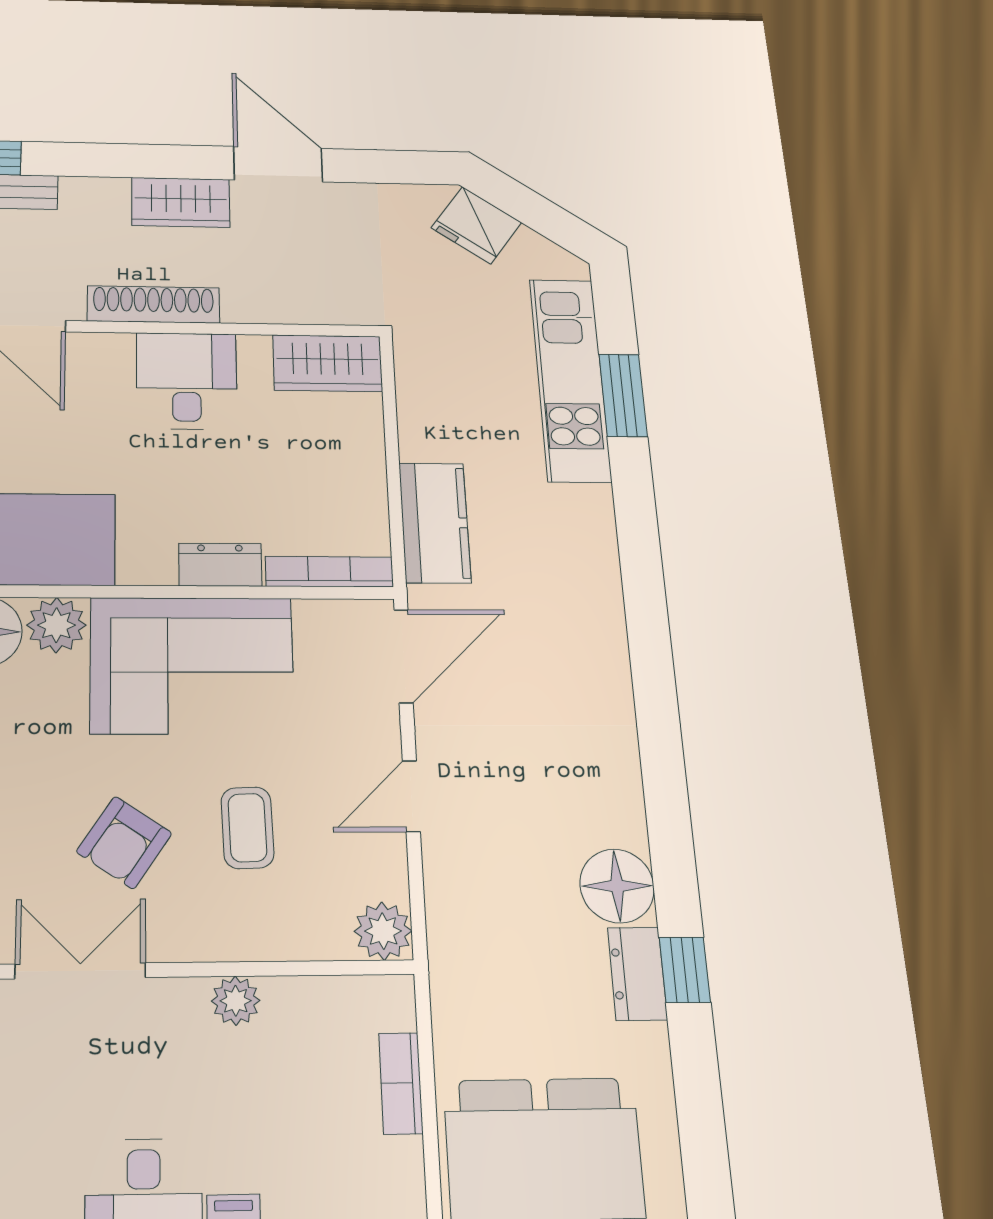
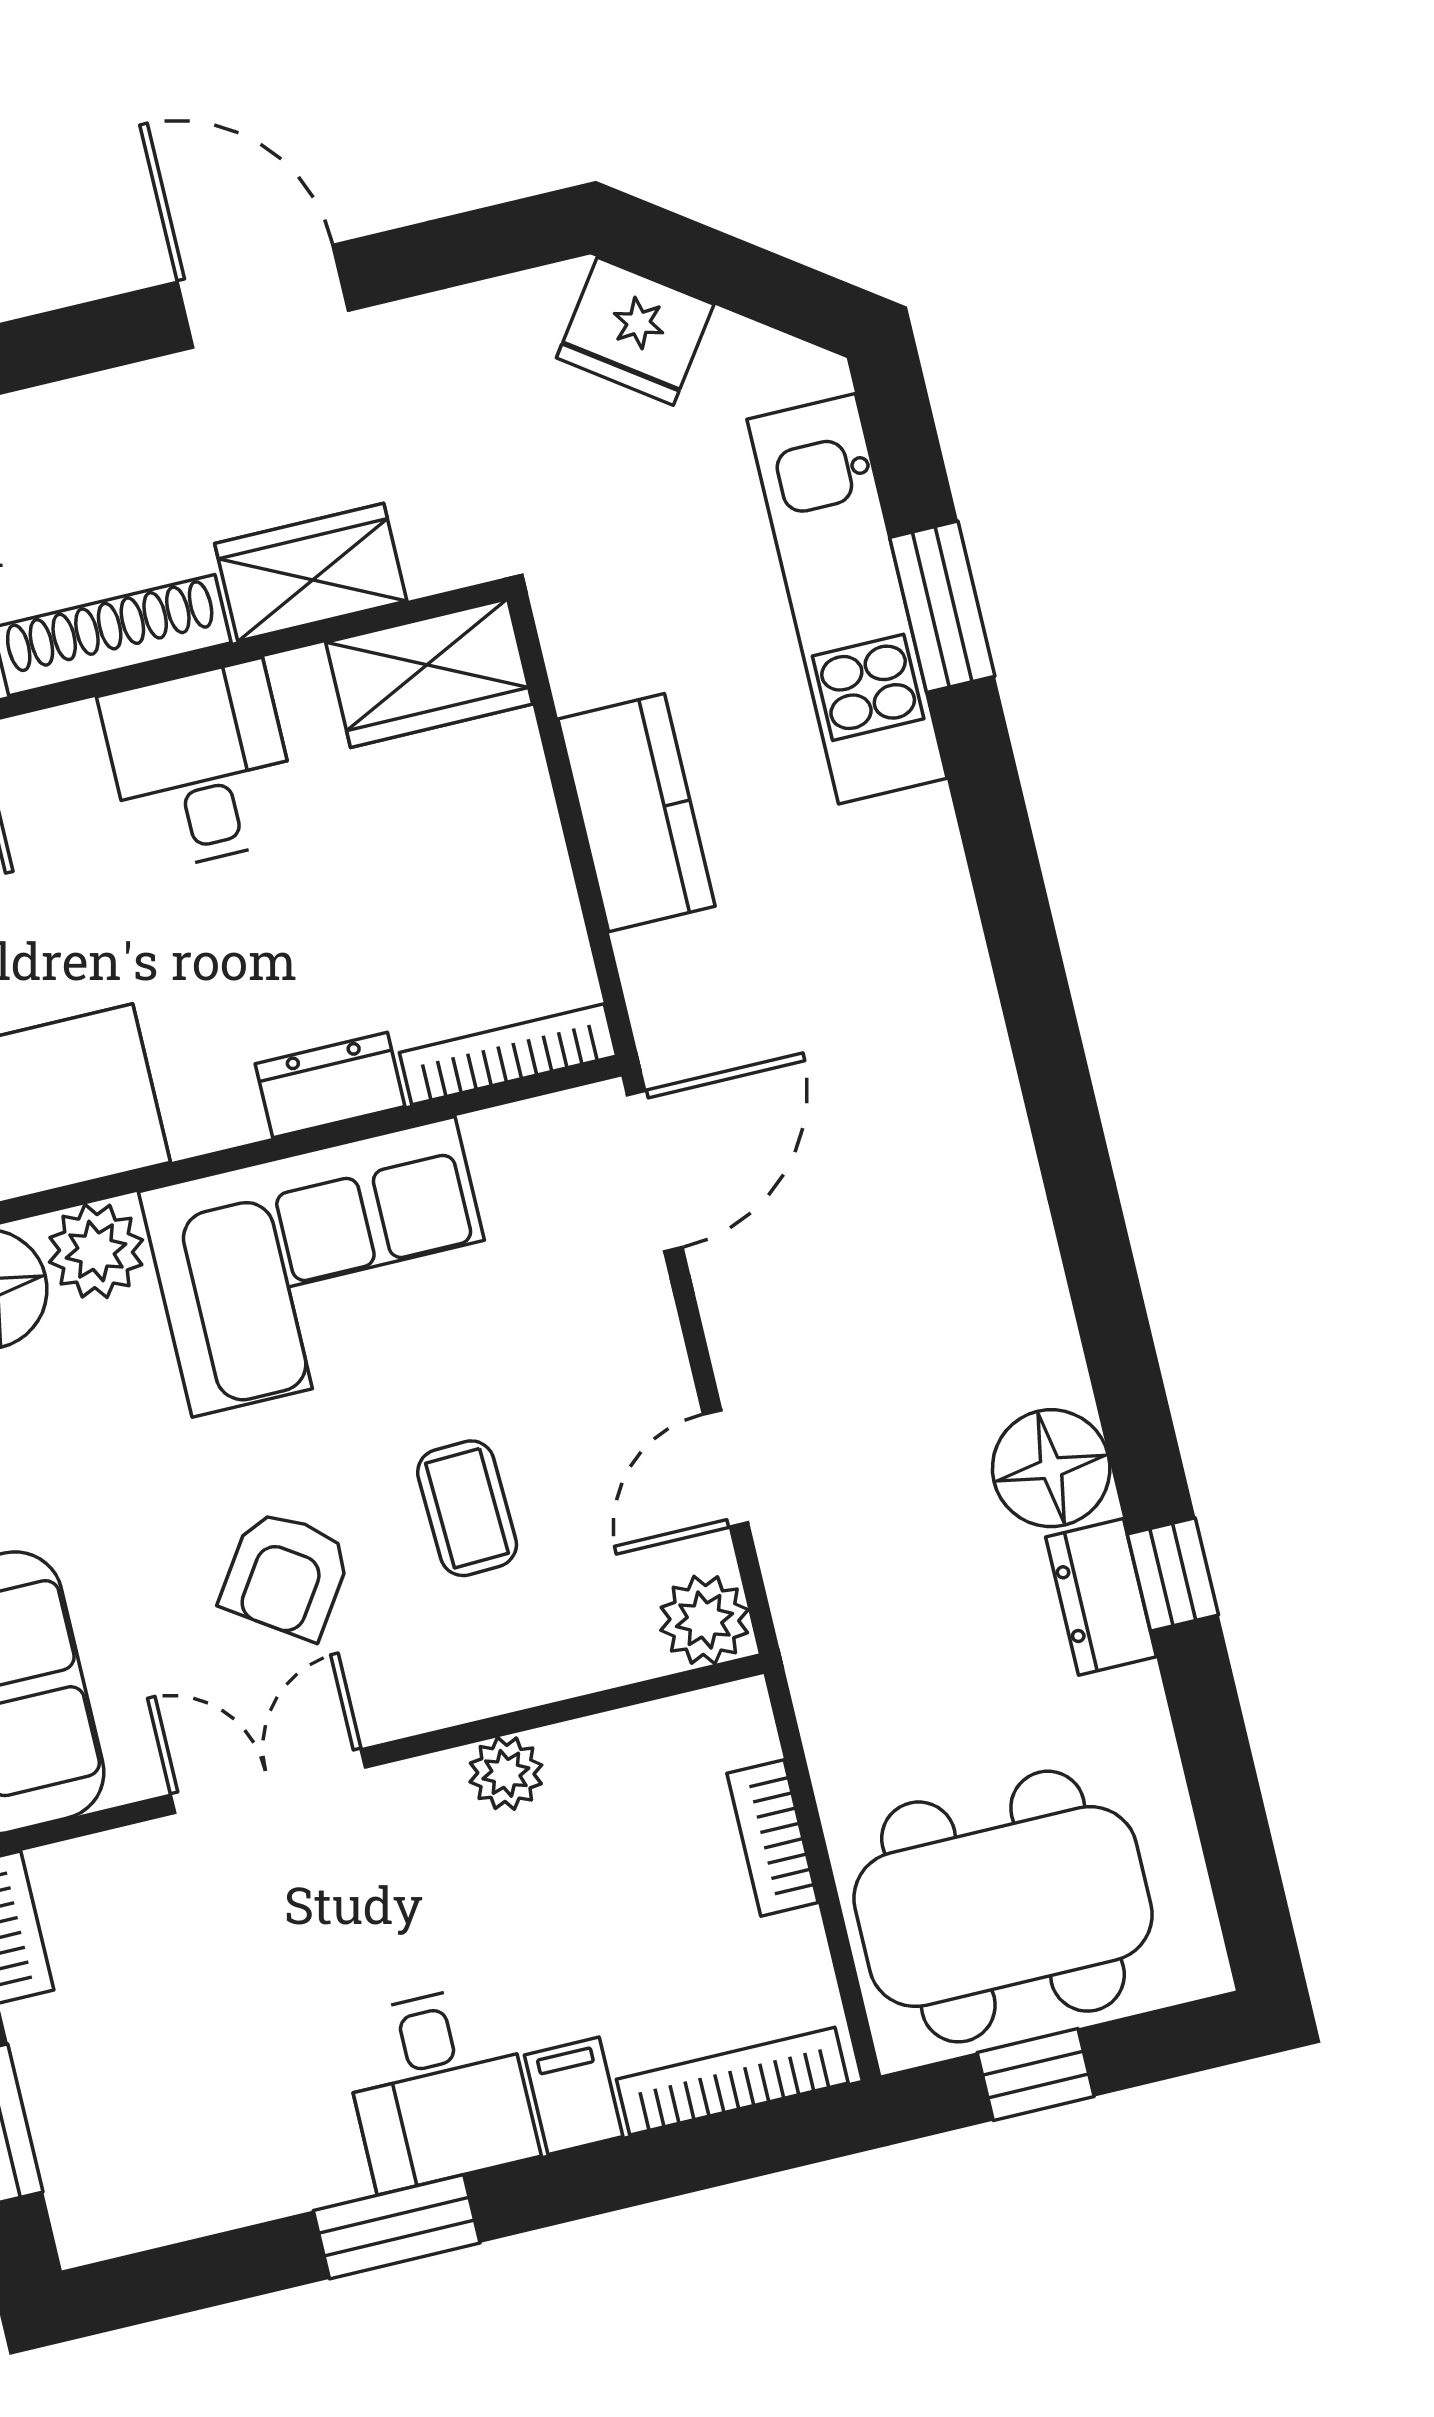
wardrobe: (181, 202) -> (311, 572), moved, turned 180
kitchen counter: (435, 523) -> (636, 813), moved
door: (411, 796) -> (726, 1469), moved

